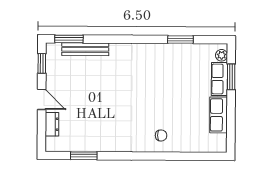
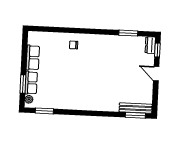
window: (180, 40) -> (44, 111), moved
bench: (85, 49) -> (136, 108), moved
window: (42, 63) -> (157, 50), moved
dresser: (52, 124) -> (150, 45), moved

